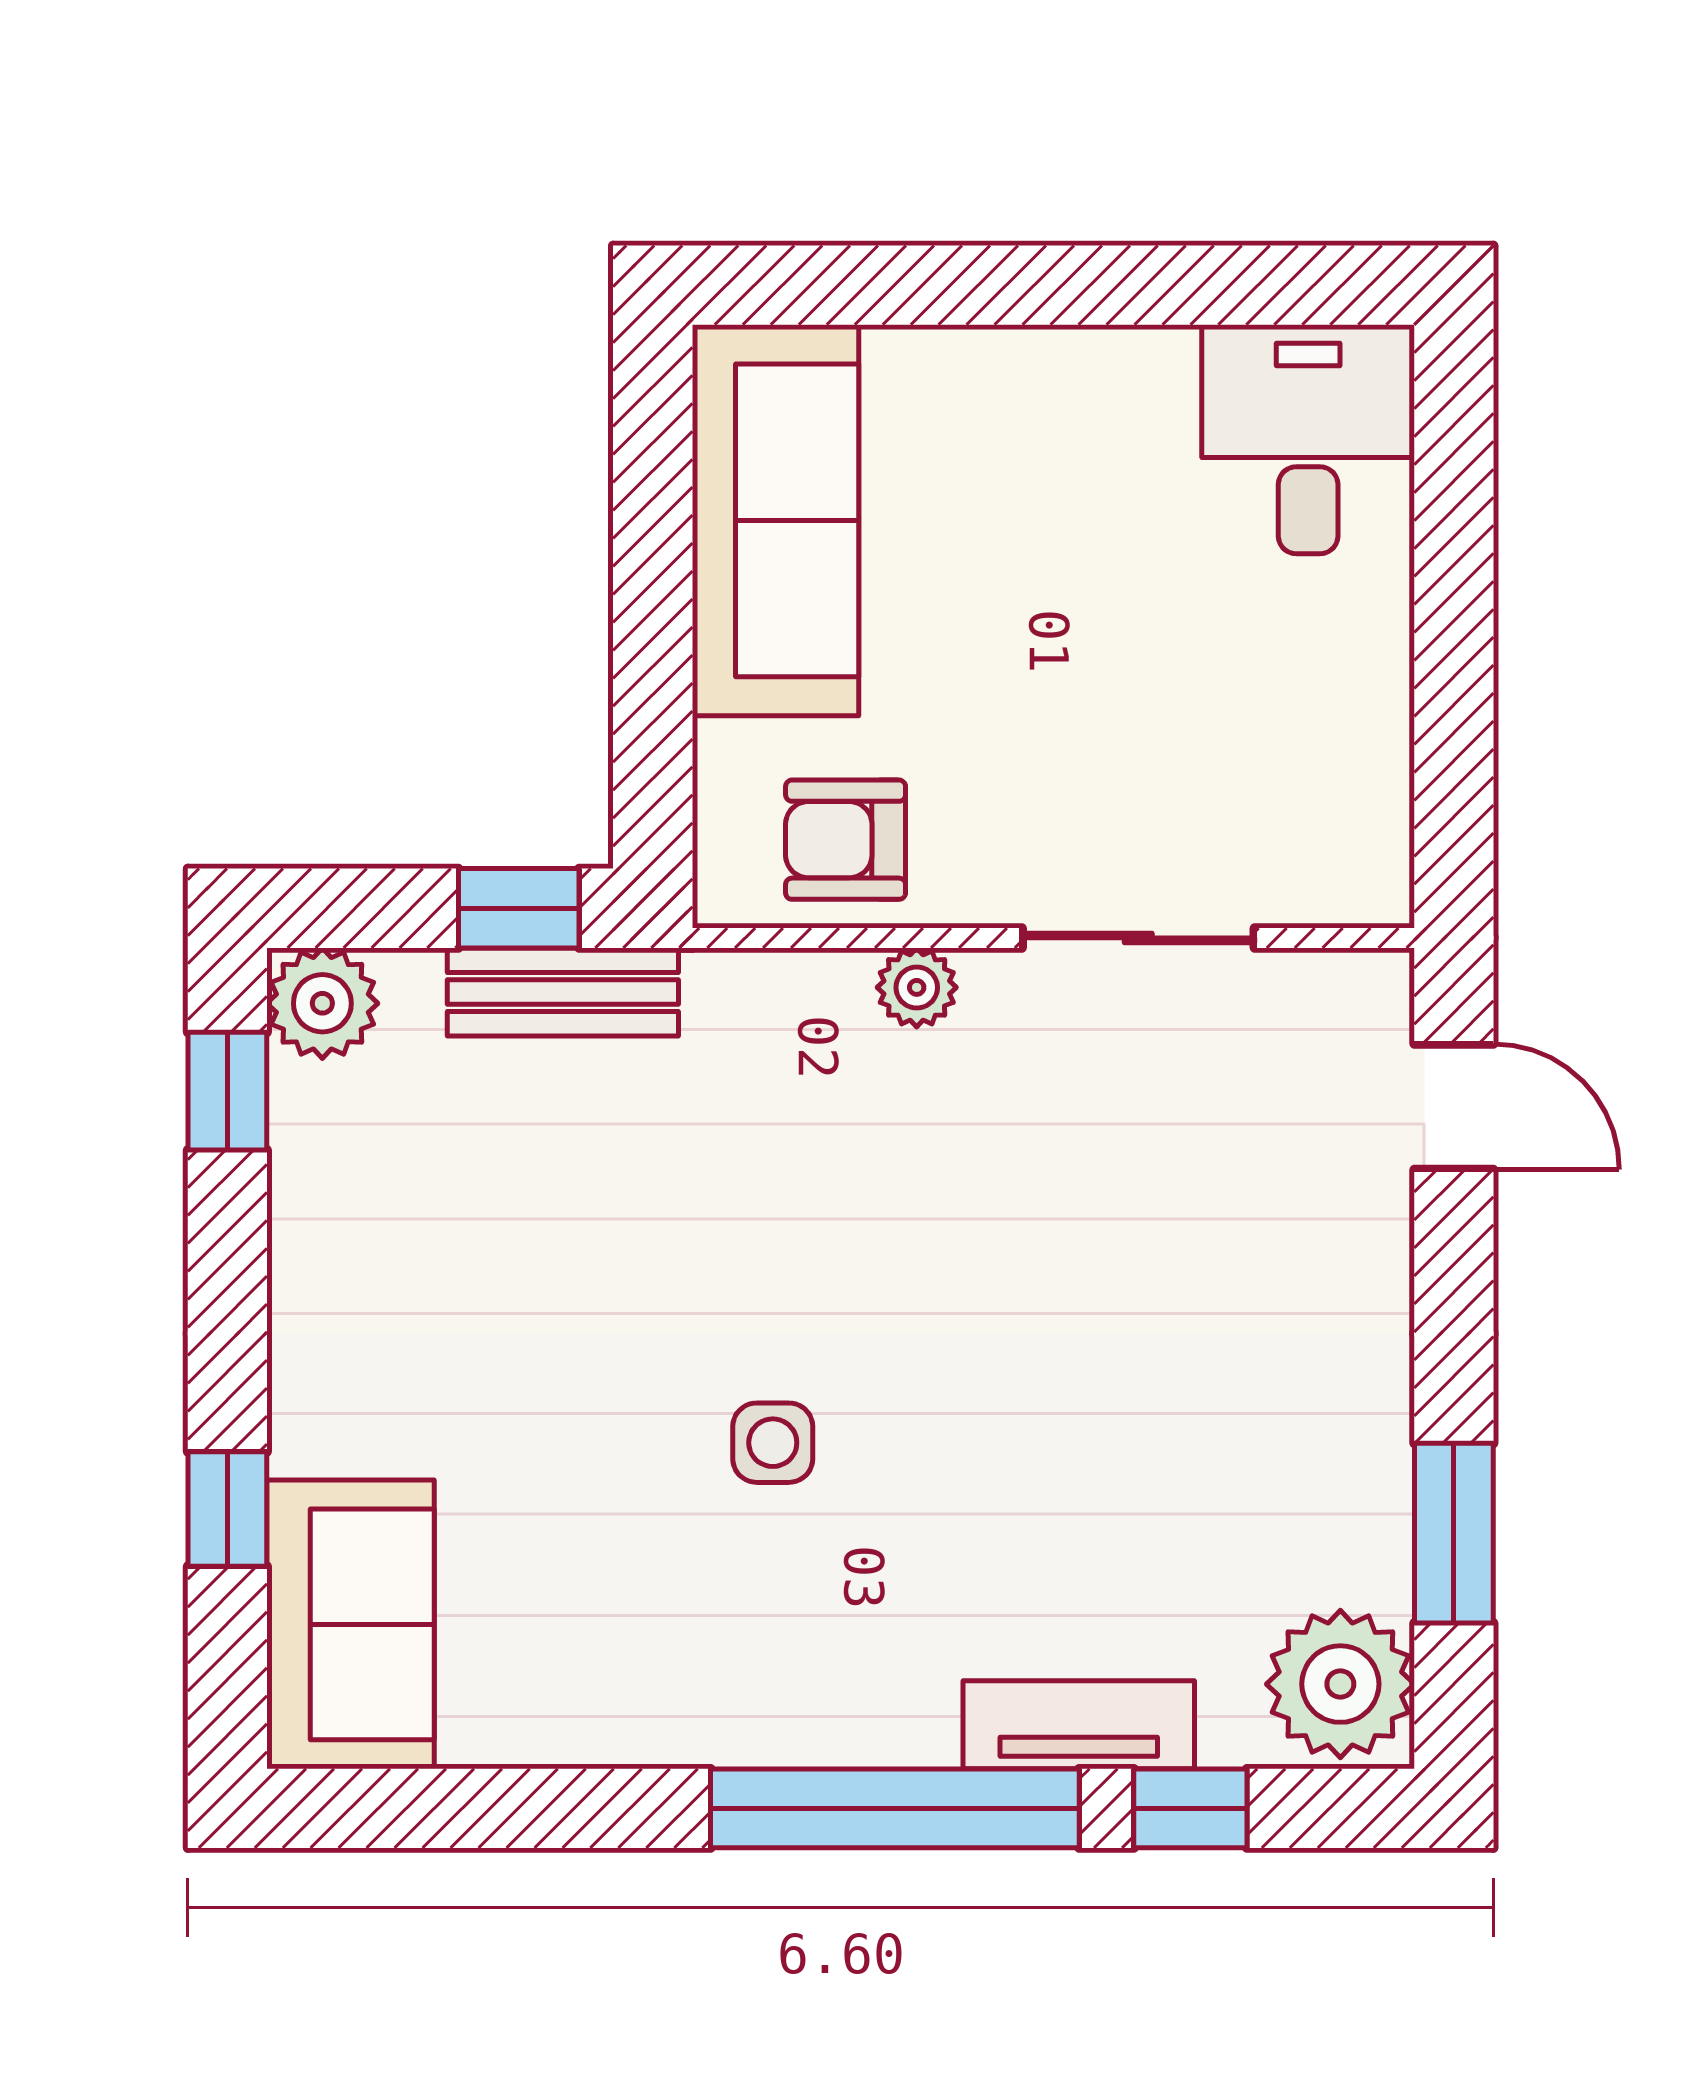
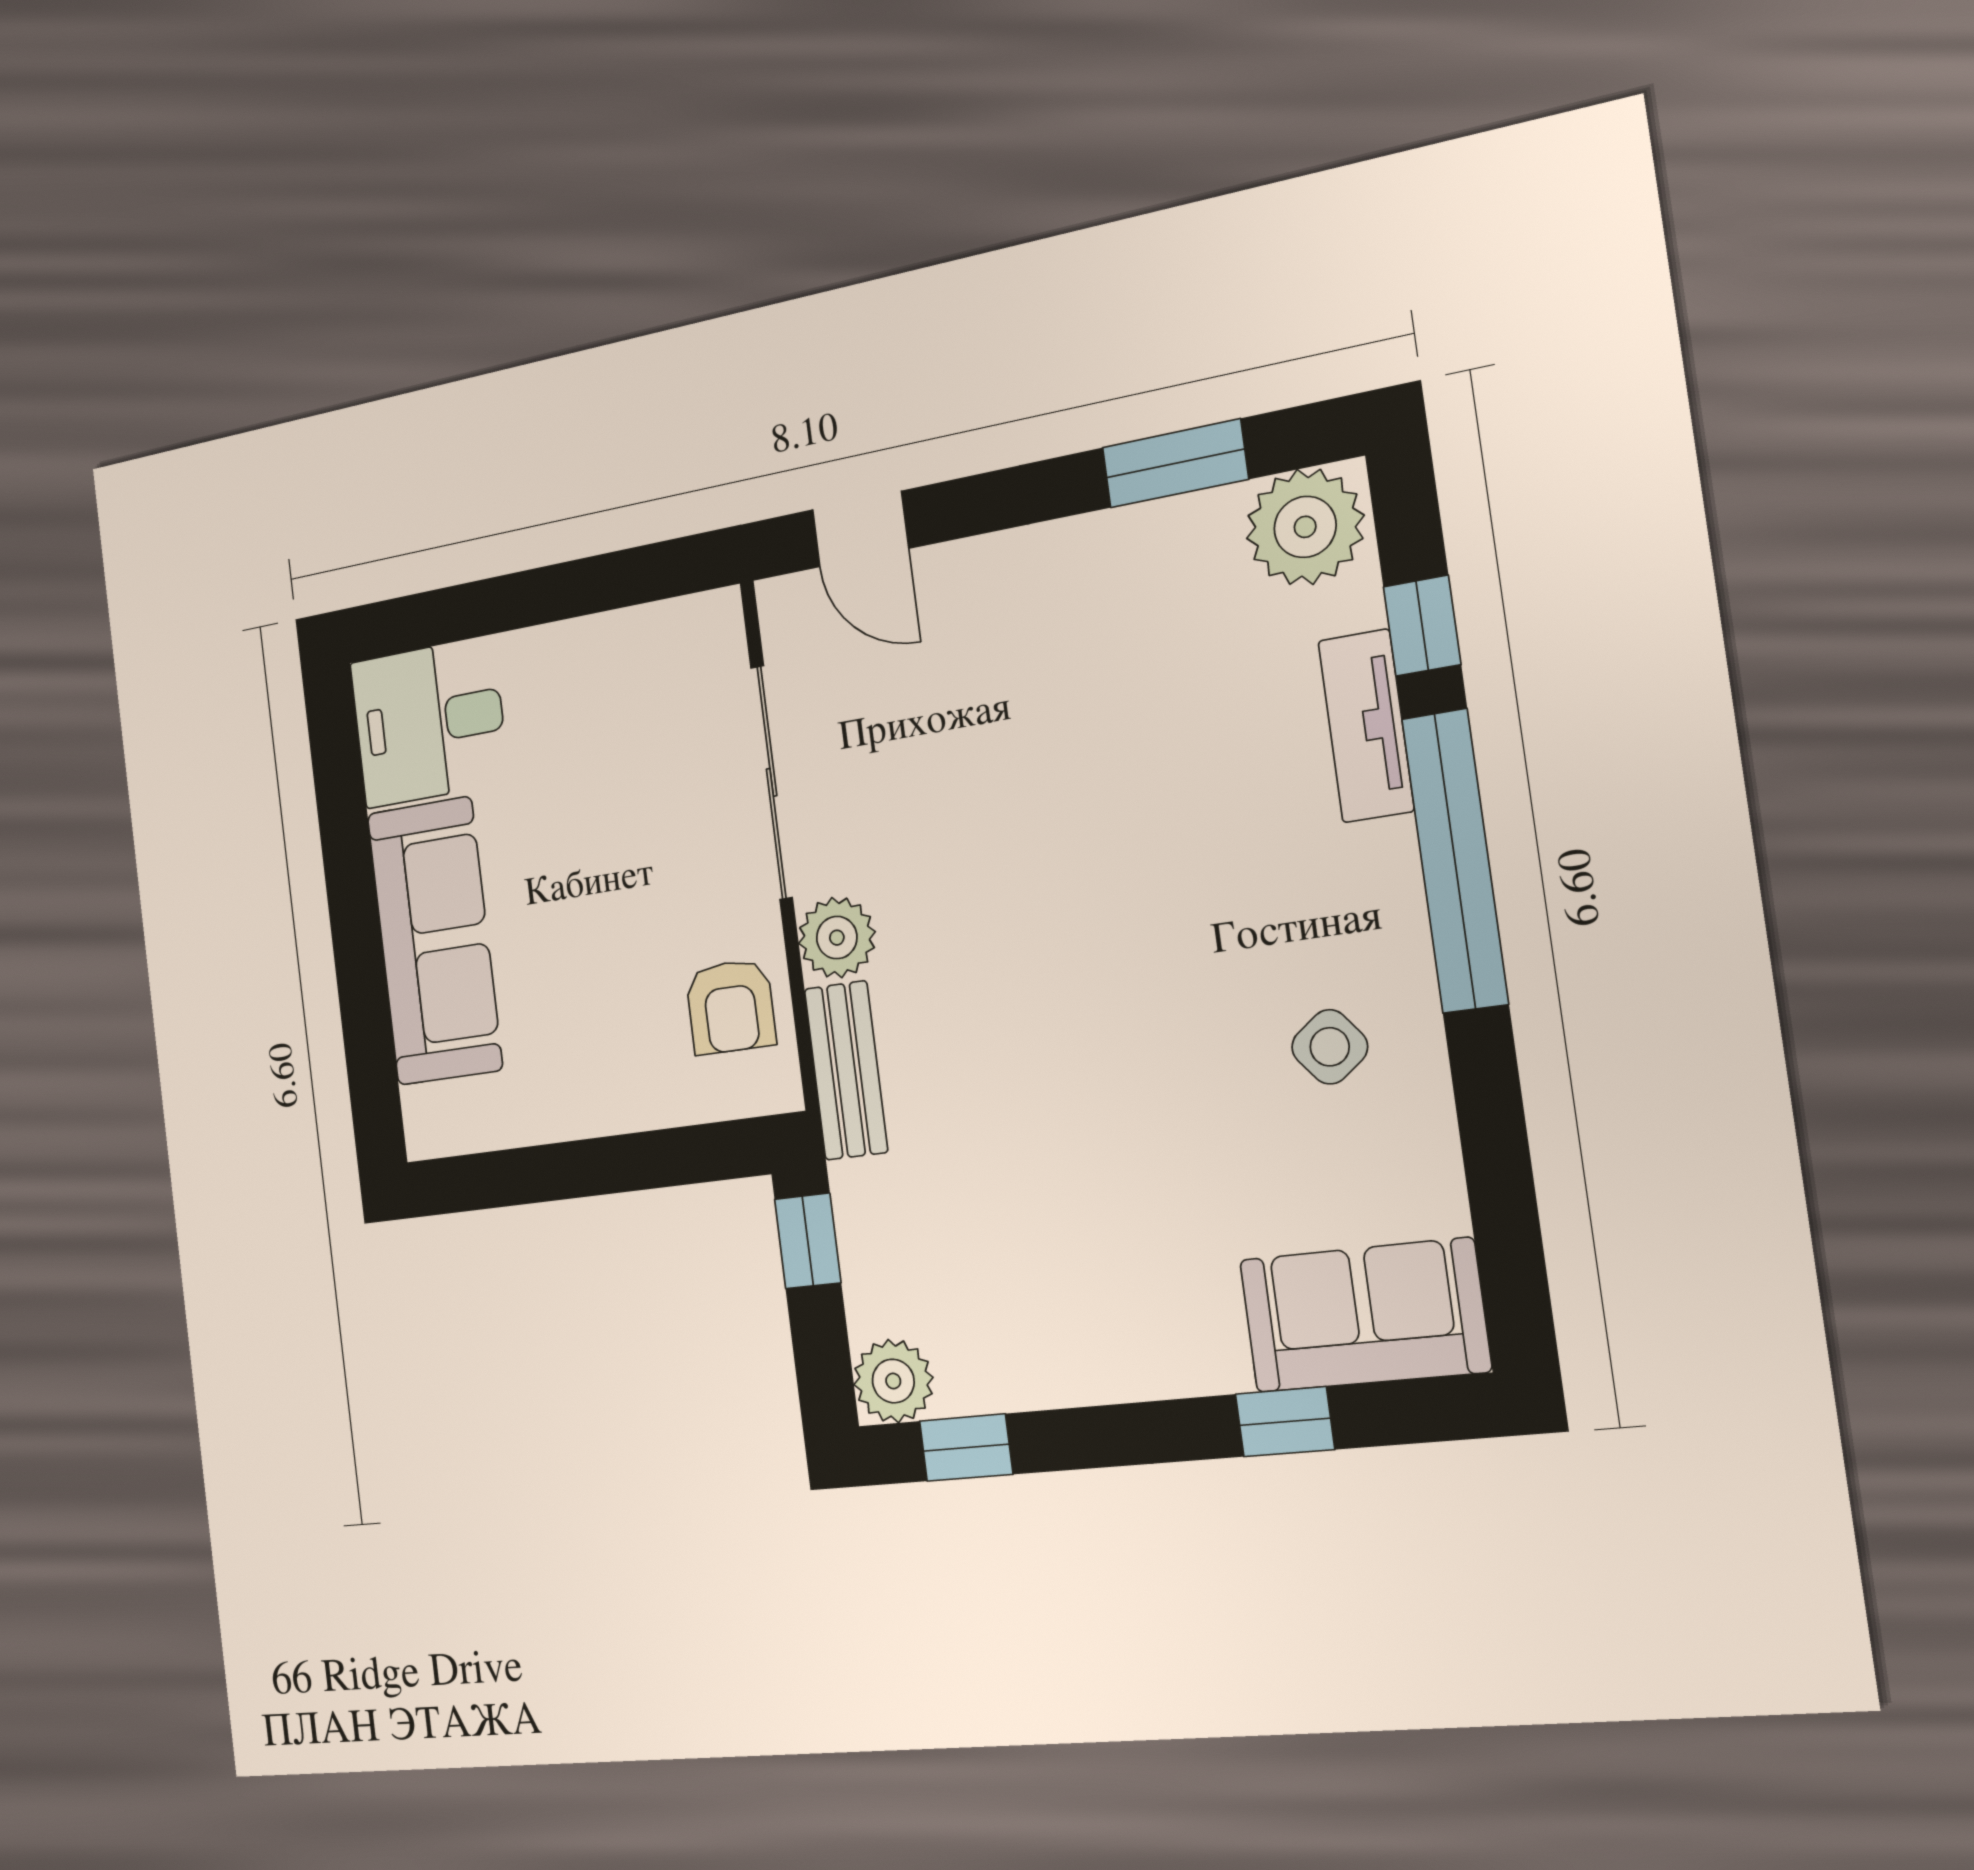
sofa: (775, 520) -> (435, 941), moved, turned 90
sliding door: (1138, 938) -> (772, 782), width x1.37
plant: (917, 987) -> (837, 938), width x1.38, depth x1.38
bench: (563, 992) -> (846, 1070), moved
door: (1454, 1107) -> (860, 529), swing flipped
side table: (773, 1443) -> (1330, 1047), moved, turned -38

